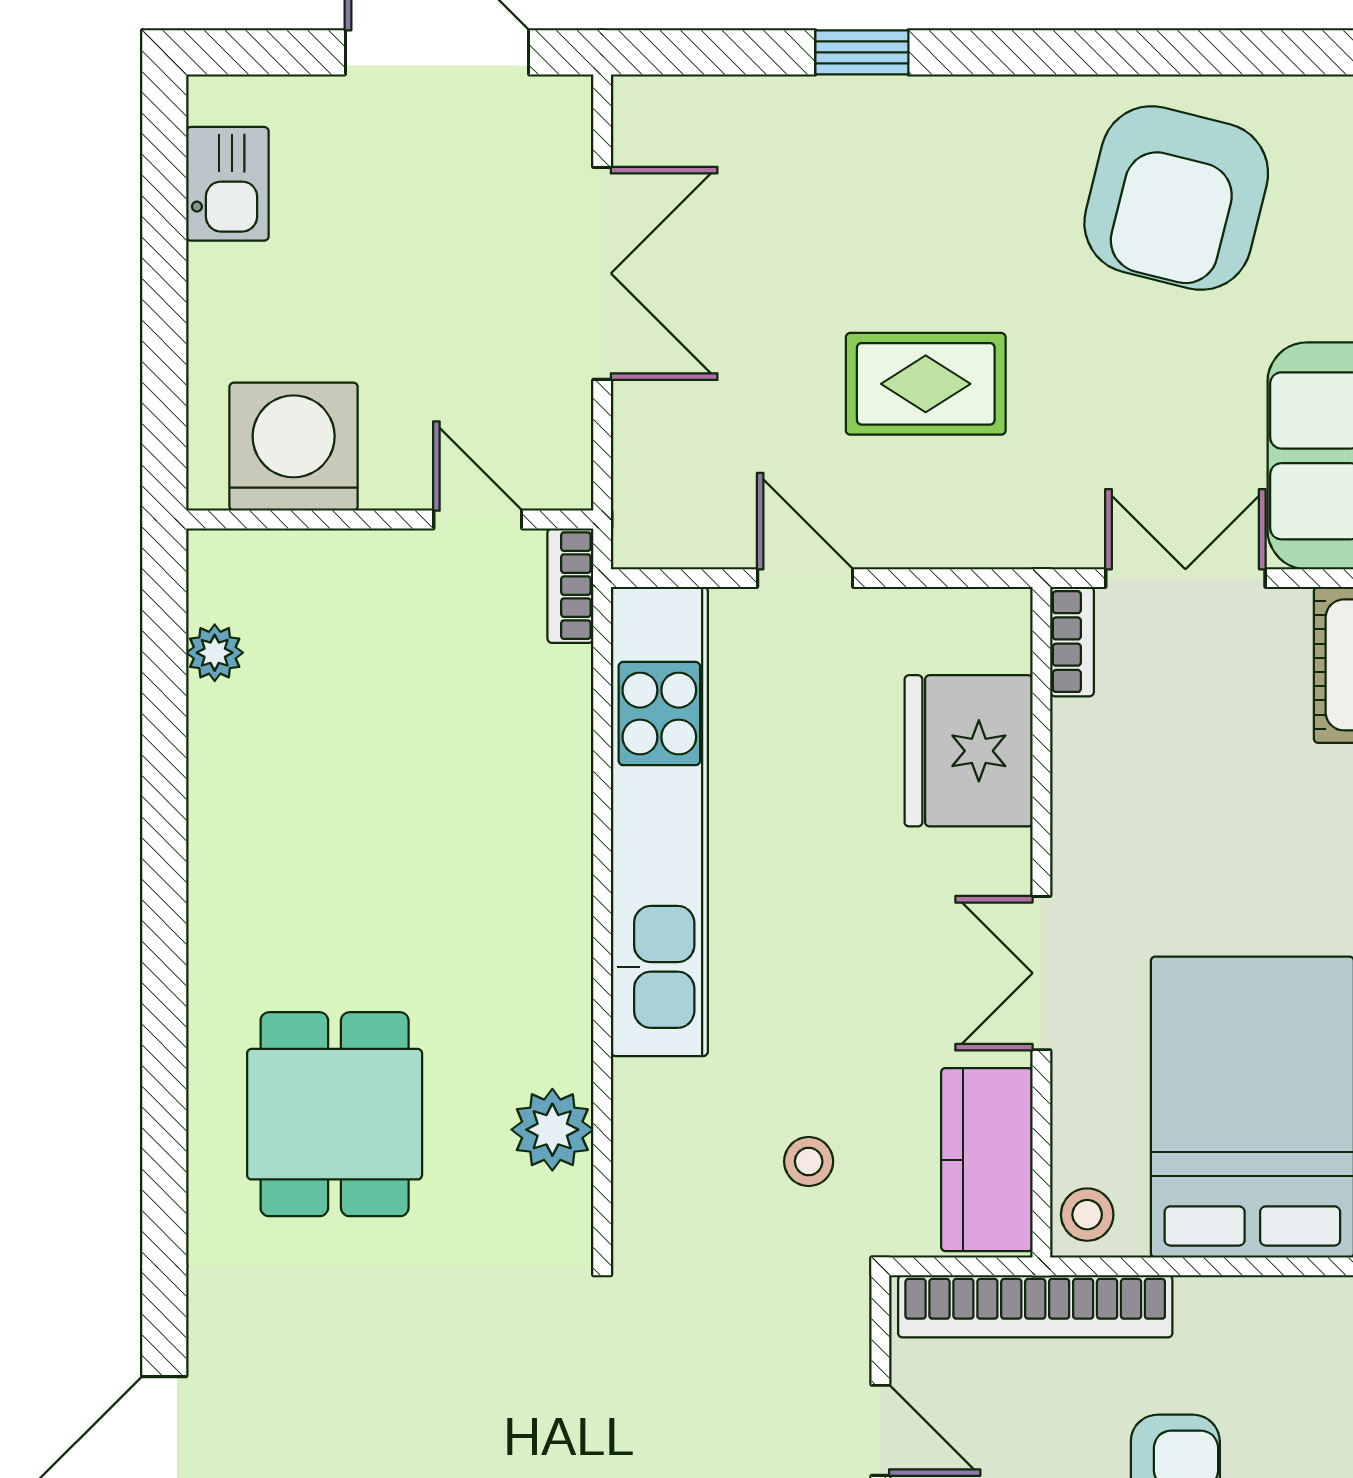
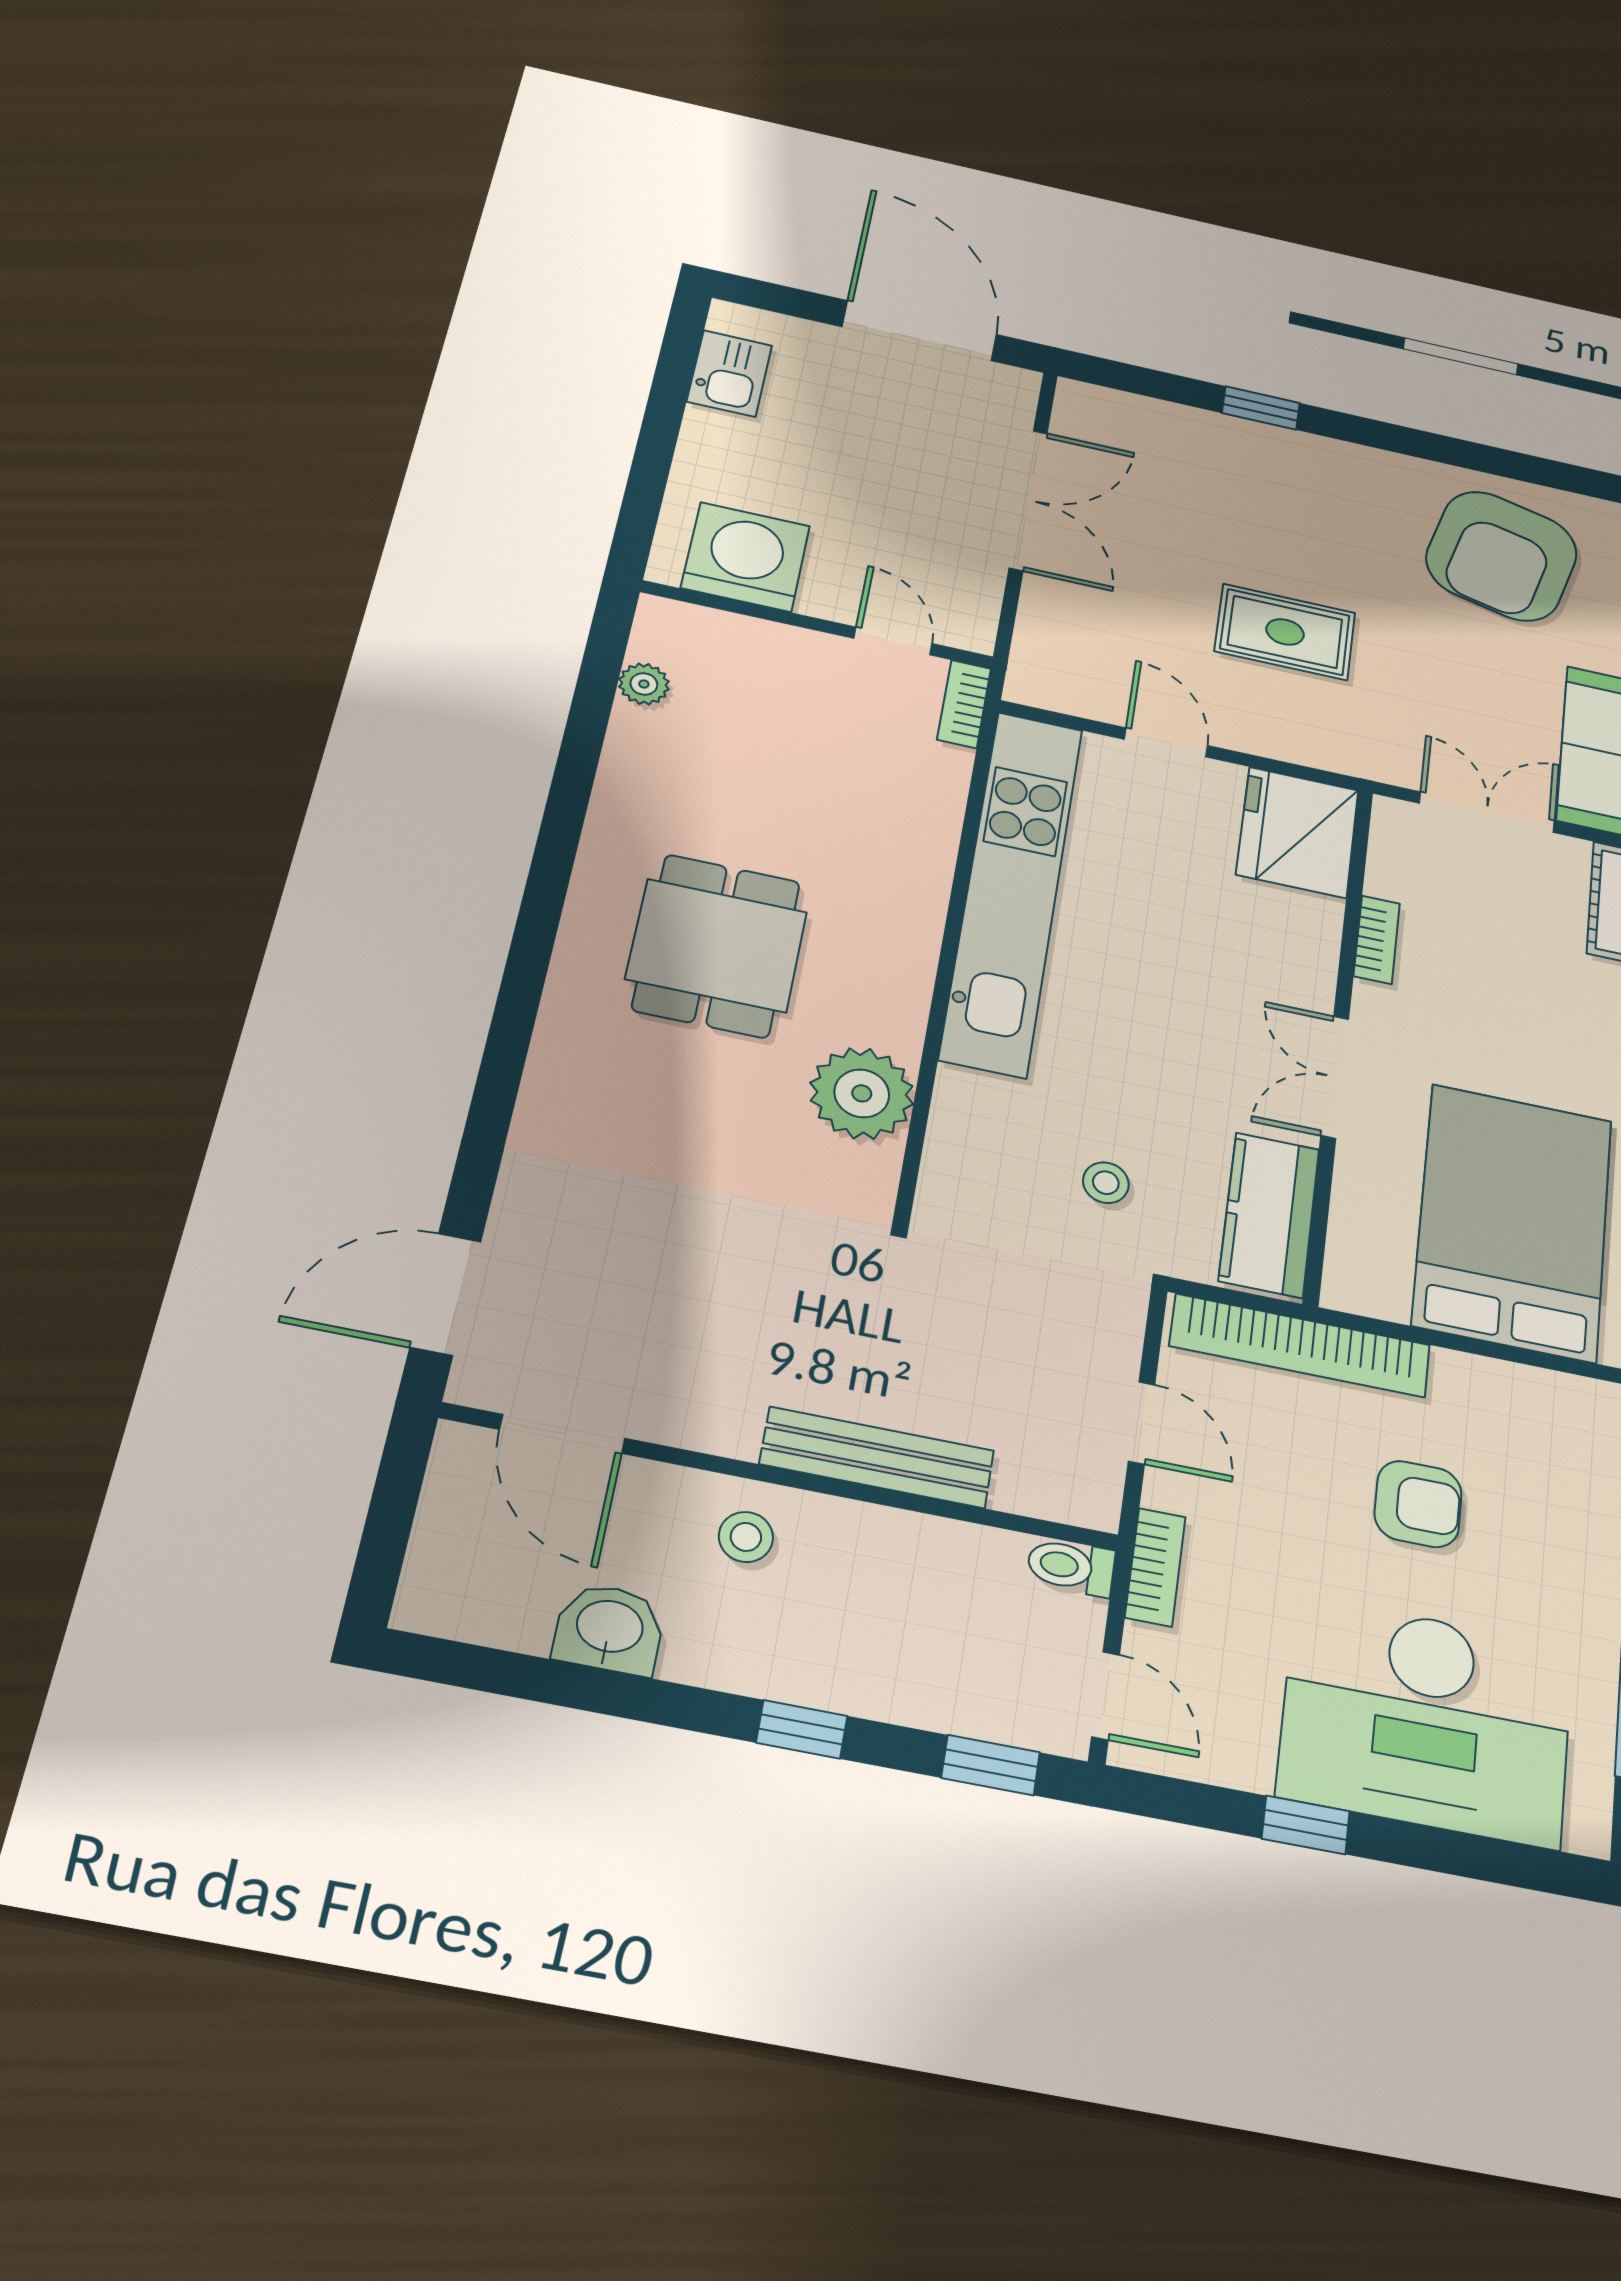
bookcase: (1072, 642) -> (1377, 940), moved
fridge: (969, 751) -> (1298, 832), moved
dining table: (335, 1114) -> (717, 946), moved
plant: (552, 1130) -> (862, 1093), width x1.36, depth x1.36
stool: (1087, 1215) -> (1356, 1278), removed

